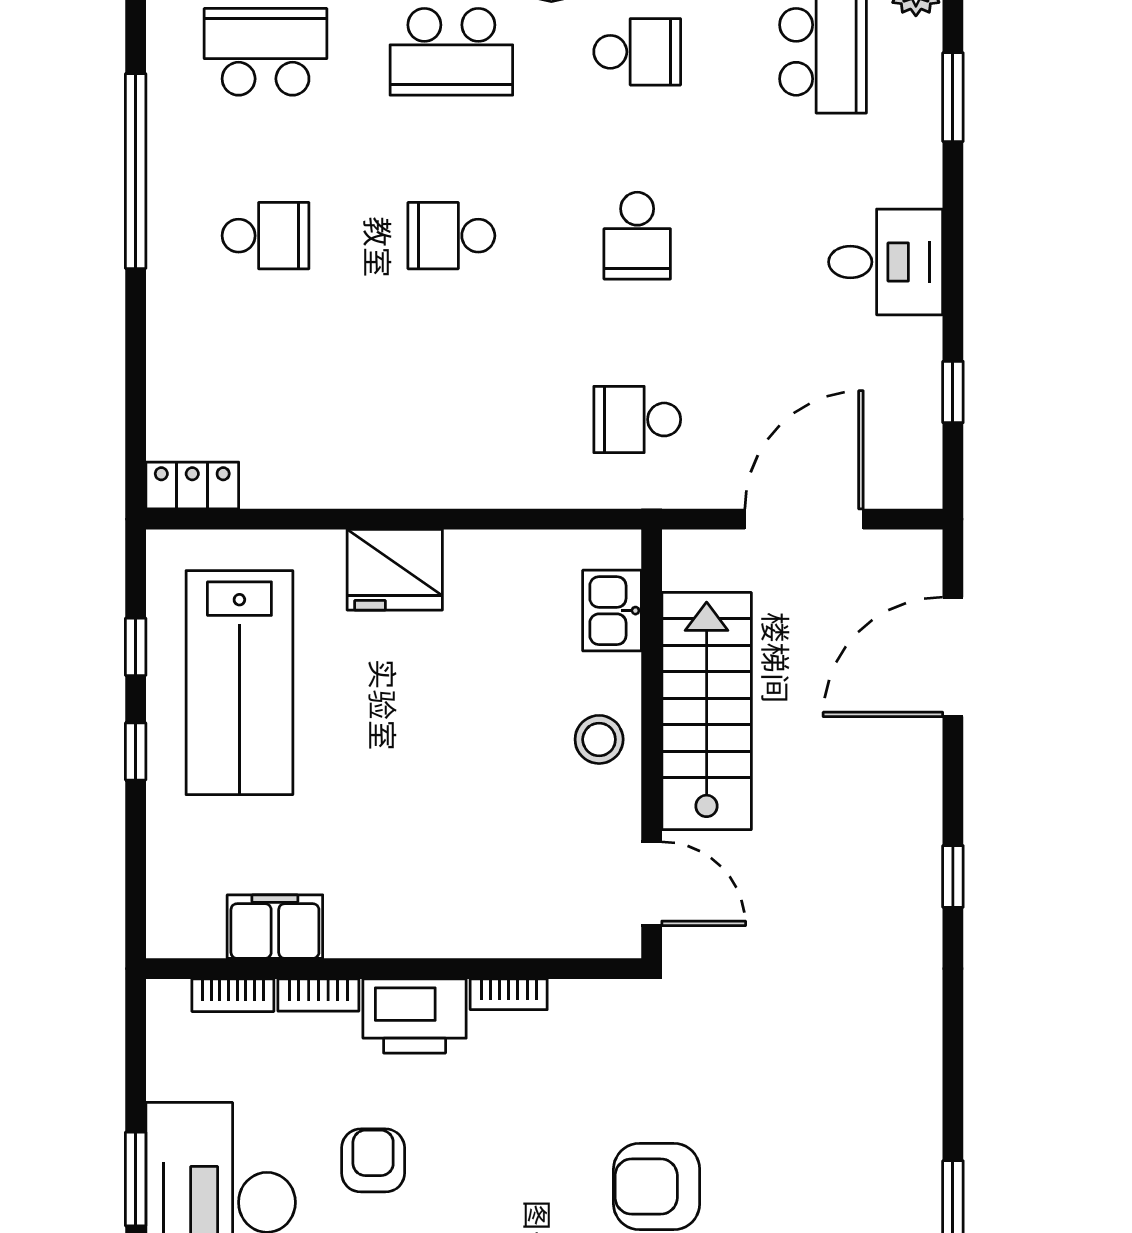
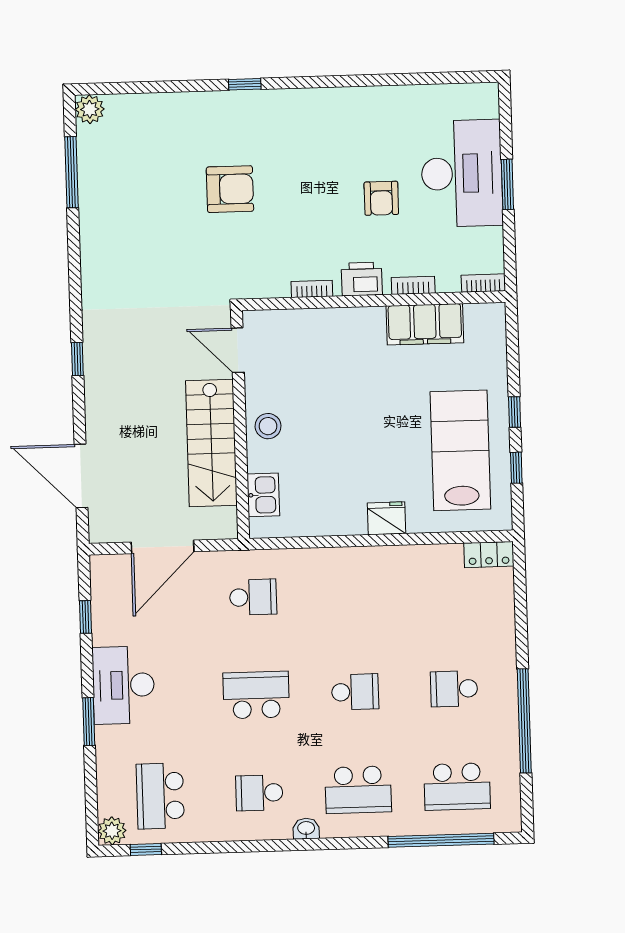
school desk: (451, 52) -> (358, 790), turned 180
window: (953, 97) -> (89, 722), moved
school desk: (637, 236) -> (256, 695), width x1.85
desk: (886, 262) -> (123, 685), width x1.37
fridge: (395, 570) -> (387, 518), width x0.73, depth x0.75
door: (953, 657) -> (81, 476), swing flipped
filing cabinet: (275, 927) -> (425, 324), width x1.50, depth x1.17
bookcase: (233, 995) -> (483, 283), moved
printer: (415, 1016) -> (362, 279), width x0.73, depth x0.84

